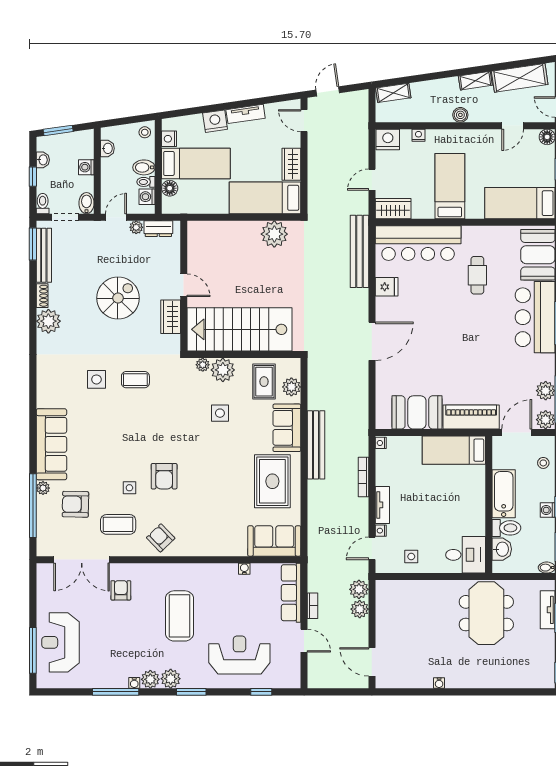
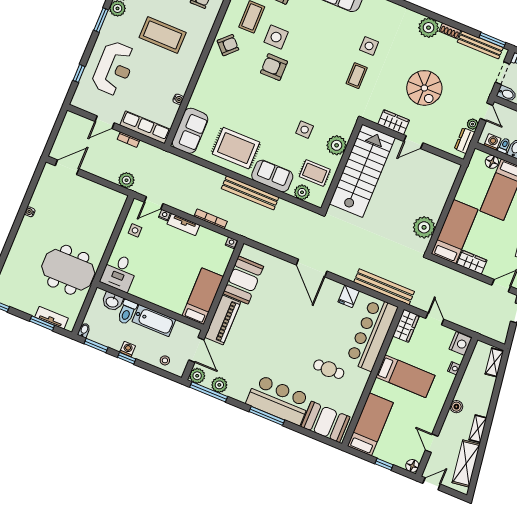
plant: (203, 365) -> (347, 132), removed
side table: (129, 488) -> (276, 37), width x1.87, depth x1.87
door: (372, 548) -> (154, 203), swing flipped
plant: (360, 609) -> (111, 174), removed

